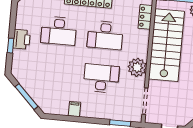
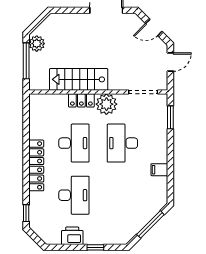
locker: (145, 17) -> (81, 100), moved
printer: (22, 39) -> (72, 236), moved
stairs: (166, 45) -> (79, 79), width x0.73, depth x0.66

